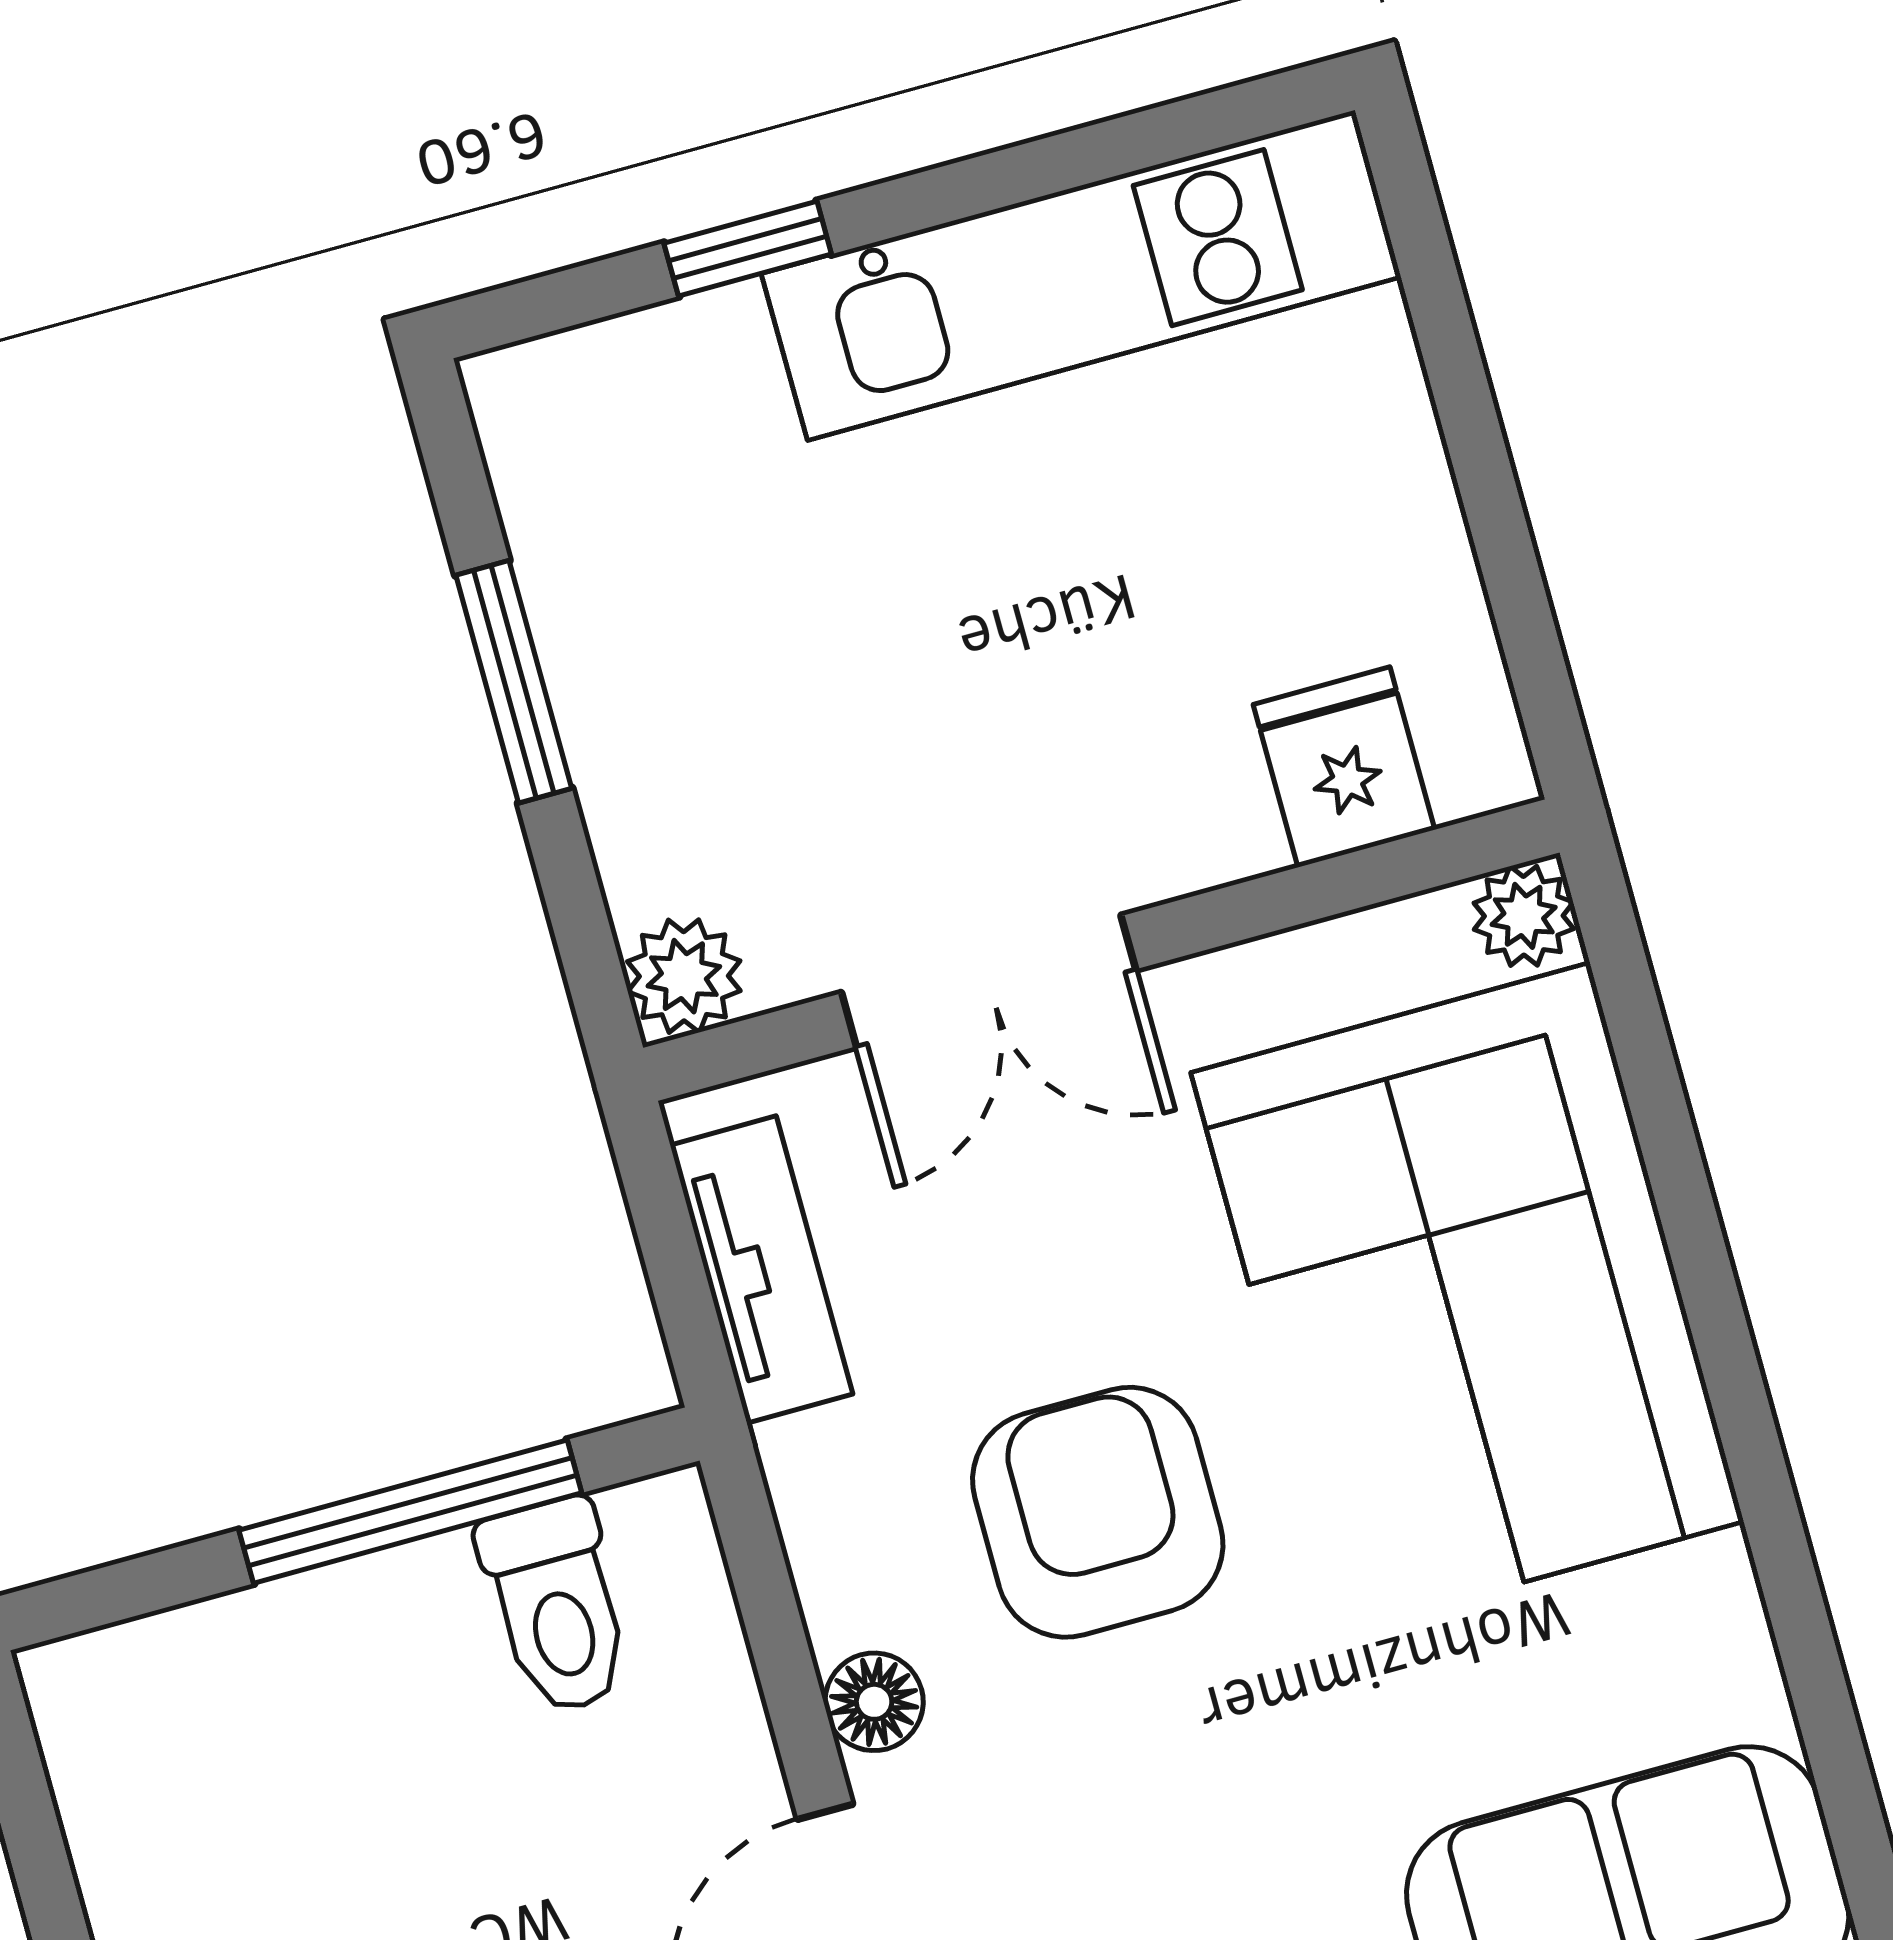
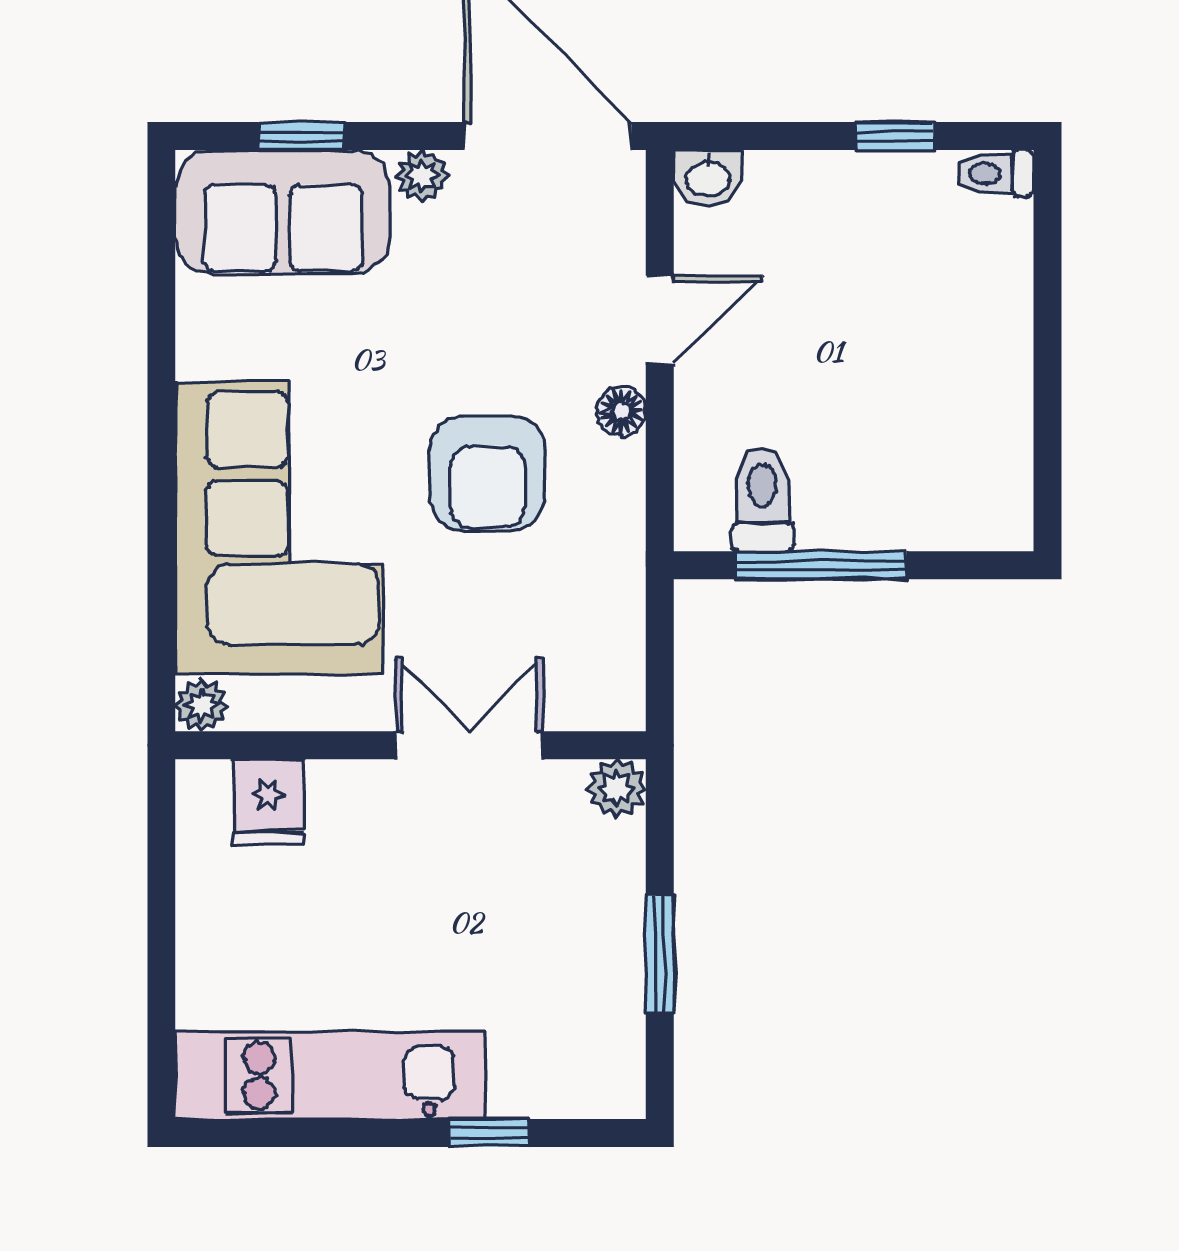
tv unit: (761, 1270) -> (618, 636), removed

